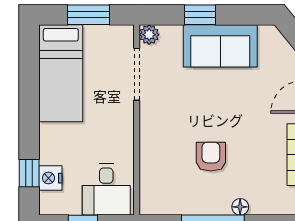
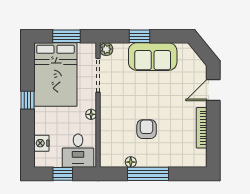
bed: (61, 73) -> (55, 74), width x1.50
floor lamp: (126, 134) -> (91, 114), added
window: (29, 173) -> (28, 100), moved
floor lamp: (240, 207) -> (131, 162), moved

